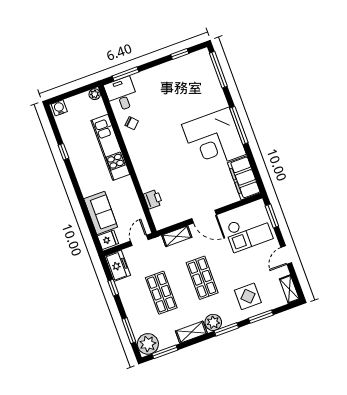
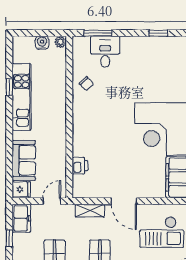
desk: (121, 94) -> (105, 52), moved
water cooler: (59, 108) -> (42, 43), moved
kitchen unit: (110, 147) -> (22, 97), moved, turned 180

